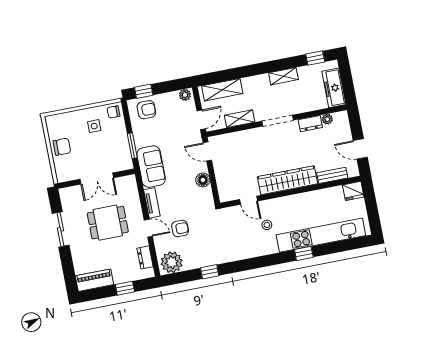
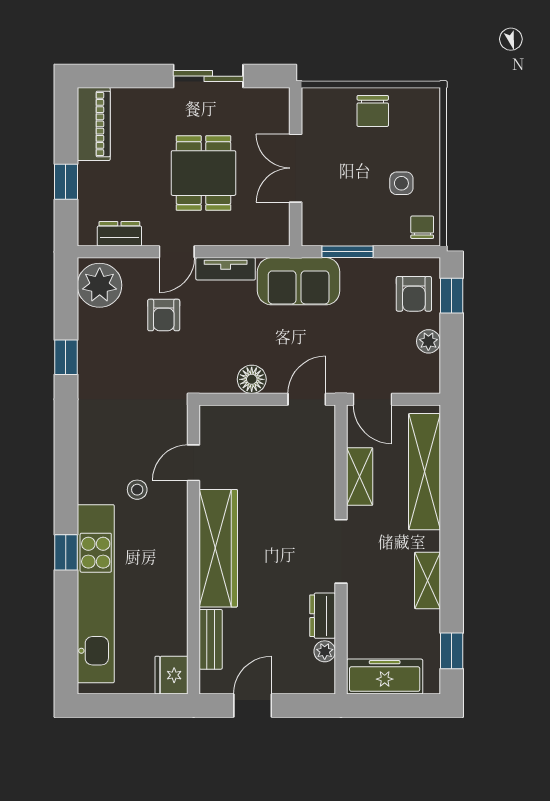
shelving: (222, 90) -> (424, 472), width x1.47
plant: (185, 95) -> (428, 341), moved

